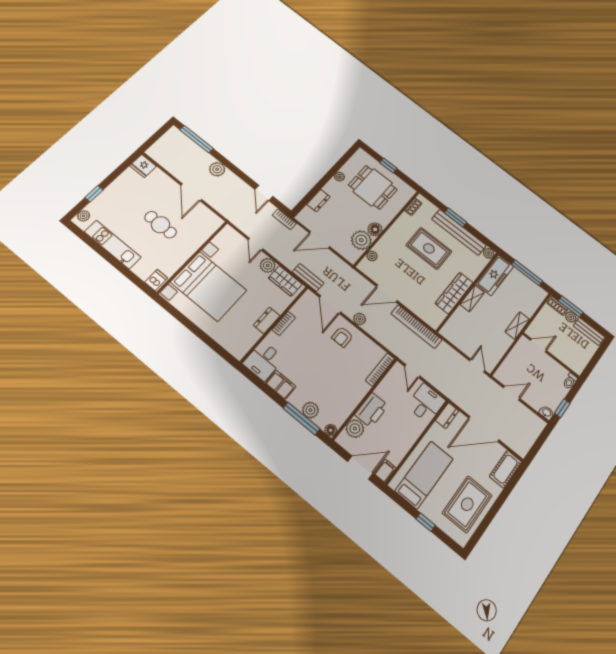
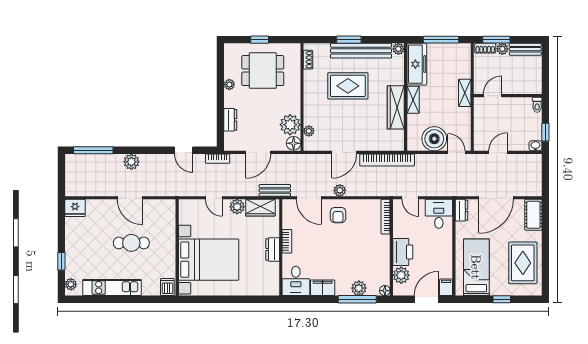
floor lamp: (375, 229) -> (294, 143), moved
boiler: (467, 341) -> (434, 139), added

